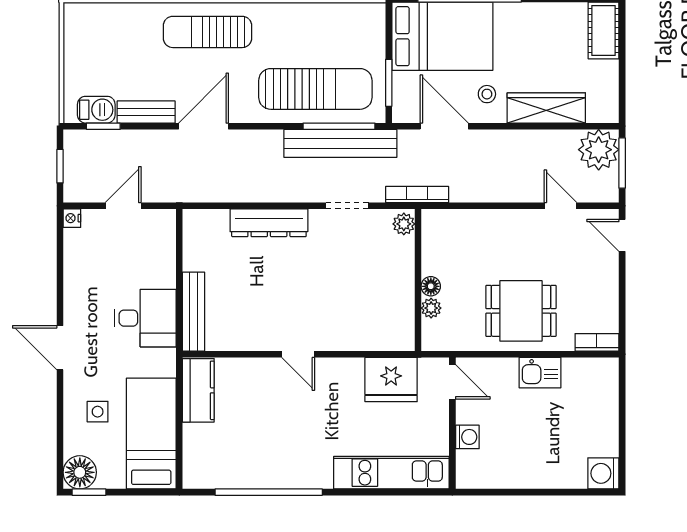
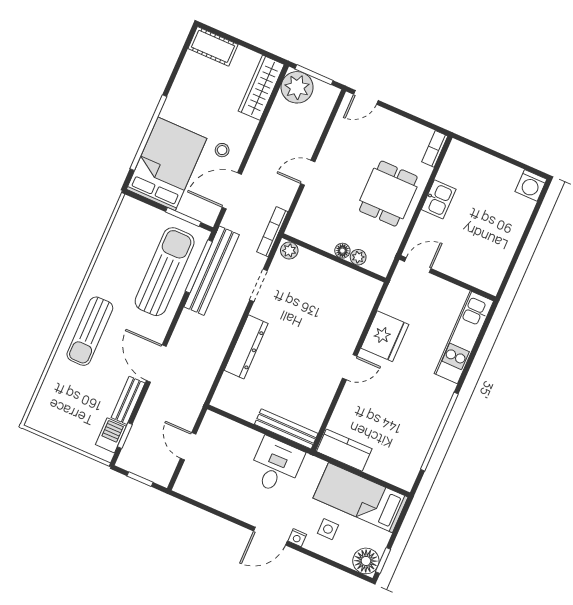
wardrobe: (546, 108) -> (261, 88), moved
door: (561, 206) -> (308, 173), moved
nightstand: (72, 218) -> (297, 538), moved
fridge: (391, 380) -> (385, 336), moved
washing machine: (467, 437) -> (462, 272), removed

